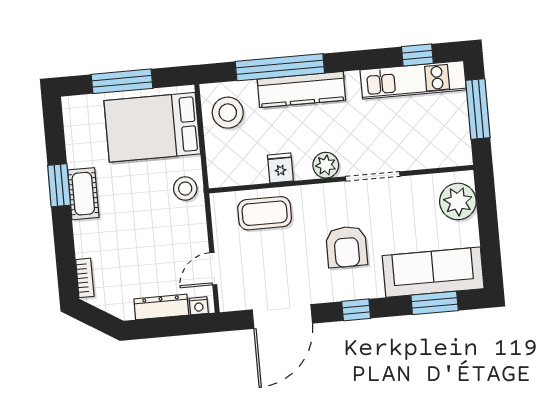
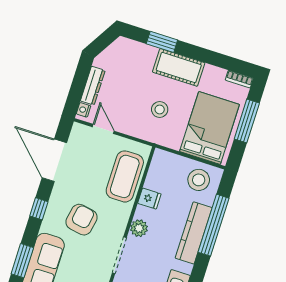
window: (59, 185) -> (162, 42), moved
stool: (185, 189) -> (160, 109), moved
cot: (83, 194) -> (179, 67), width x1.37, depth x1.34
coffee table: (265, 213) -> (125, 176), width x1.36, depth x1.32
armchair: (347, 247) -> (82, 220), turned 100
bookcase: (85, 278) -> (239, 79), moved

